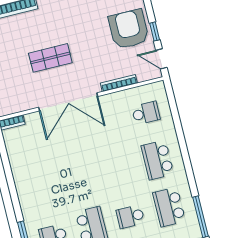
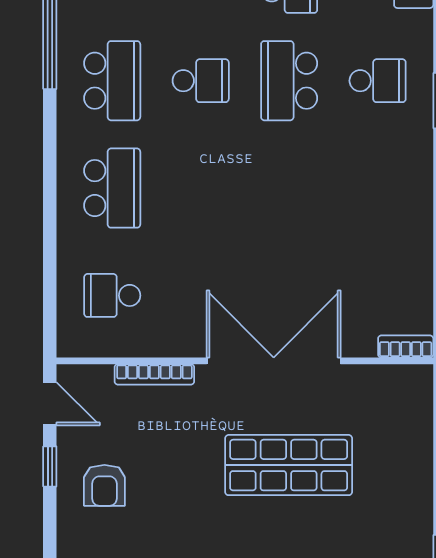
armchair: (129, 29) -> (104, 485), width x0.53, depth x0.53
shop shelf: (50, 58) -> (289, 465), width x1.43, depth x1.36

